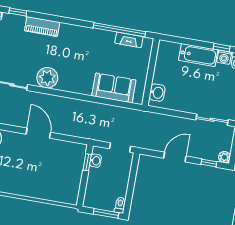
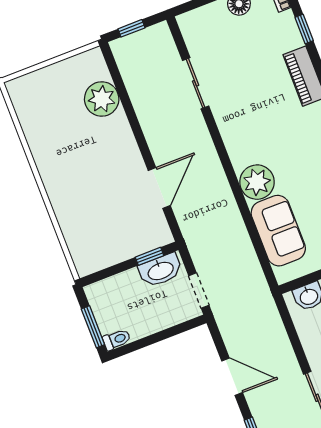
plant: (47, 78) -> (257, 182), moved
door: (38, 133) -> (159, 188), moved
washbasin: (95, 161) -> (160, 270), width x1.91, depth x1.45

